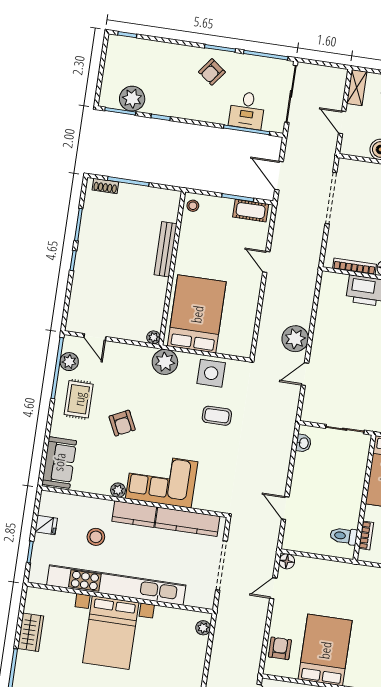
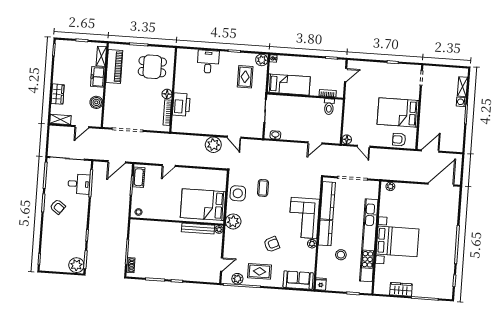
plant: (132, 99) -> (76, 265), moved
bench: (166, 249) -> (198, 229), moved
fridge: (46, 525) -> (321, 284), moved

